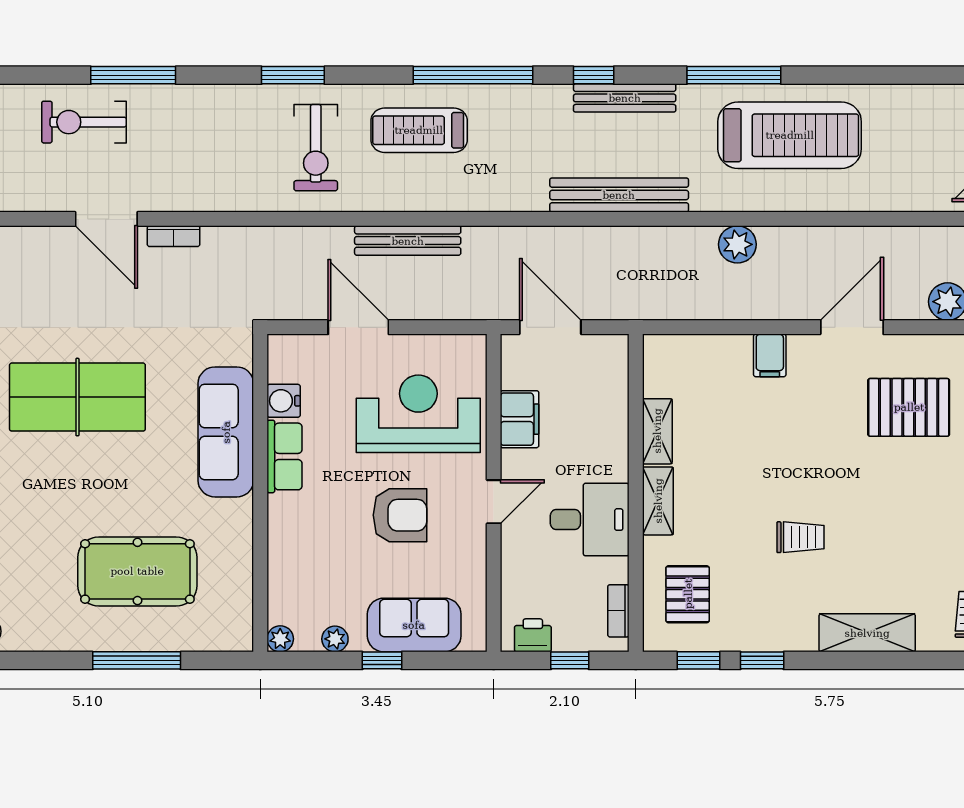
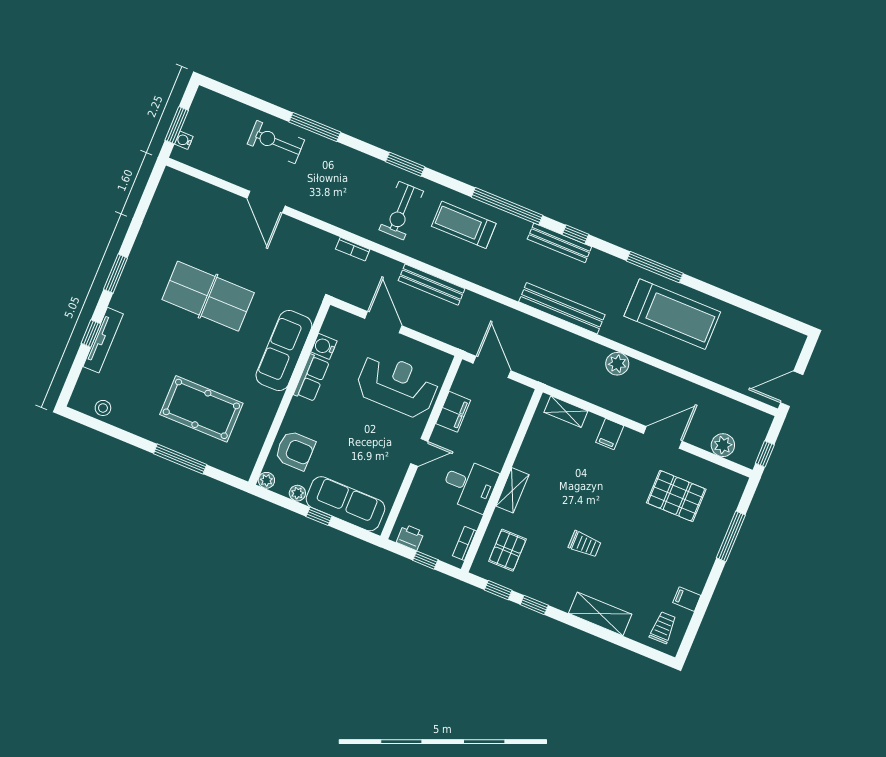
bench: (625, 98) -> (559, 243), moved
bookcase: (174, 236) -> (353, 249), moved
shelving: (657, 431) -> (566, 412), moved, turned 90
armchair: (400, 515) -> (295, 450), moved
sofa: (414, 625) -> (346, 504), width x1.36

